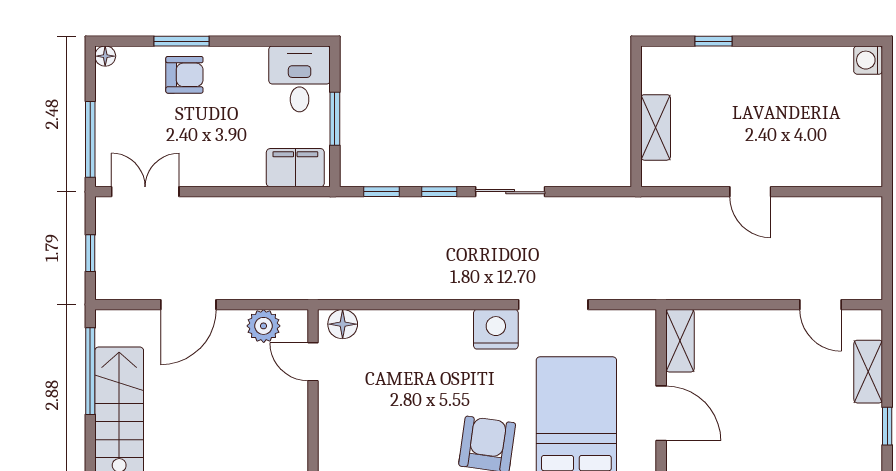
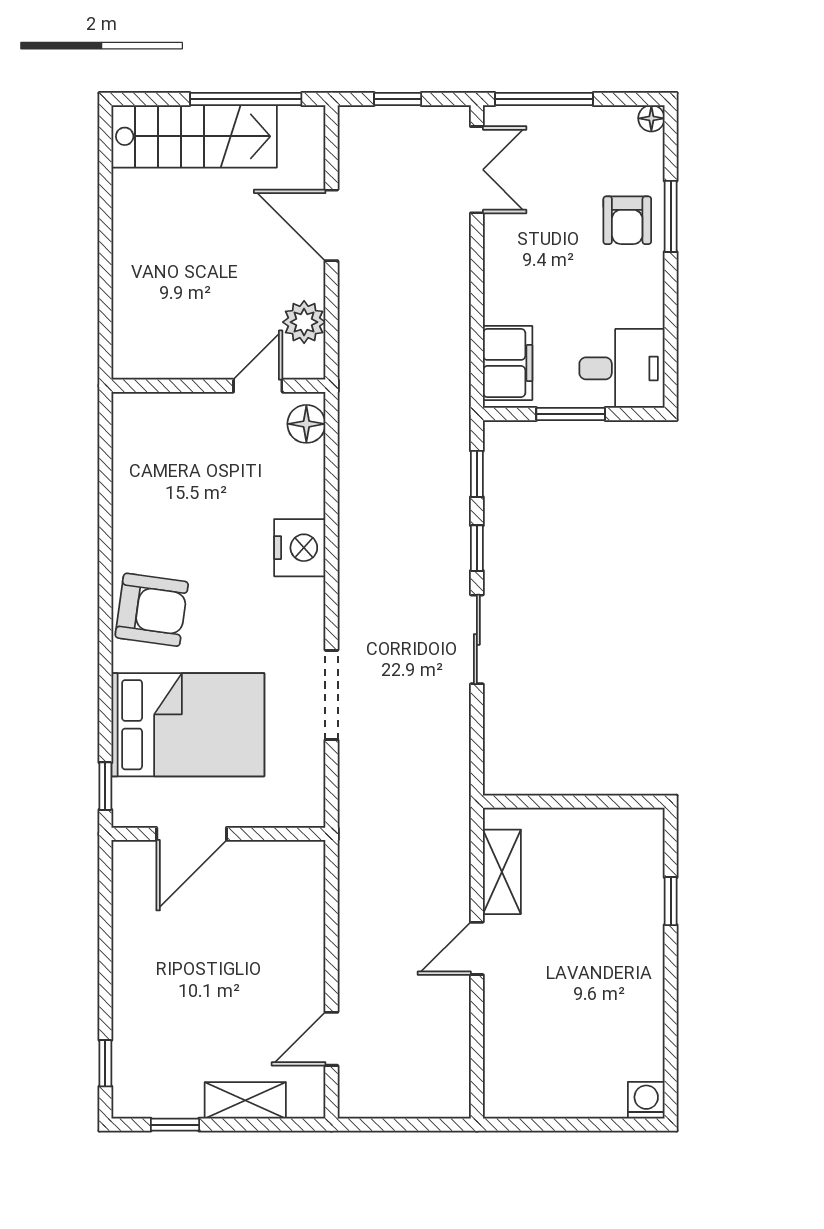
shelving: (656, 127) -> (502, 872), moved, turned 90
nightstand: (496, 329) -> (300, 548), moved
shelving: (680, 341) -> (285, 858), removed

